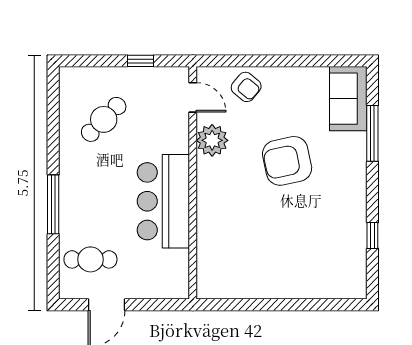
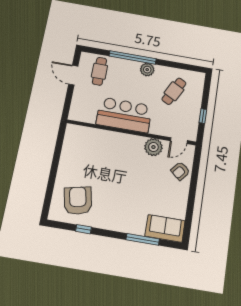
cafe table: (104, 119) -> (174, 91), turned 73
armchair: (287, 161) -> (78, 201), moved
plant: (71, 174) -> (147, 70), added
window: (53, 204) -> (133, 57), width x1.46

